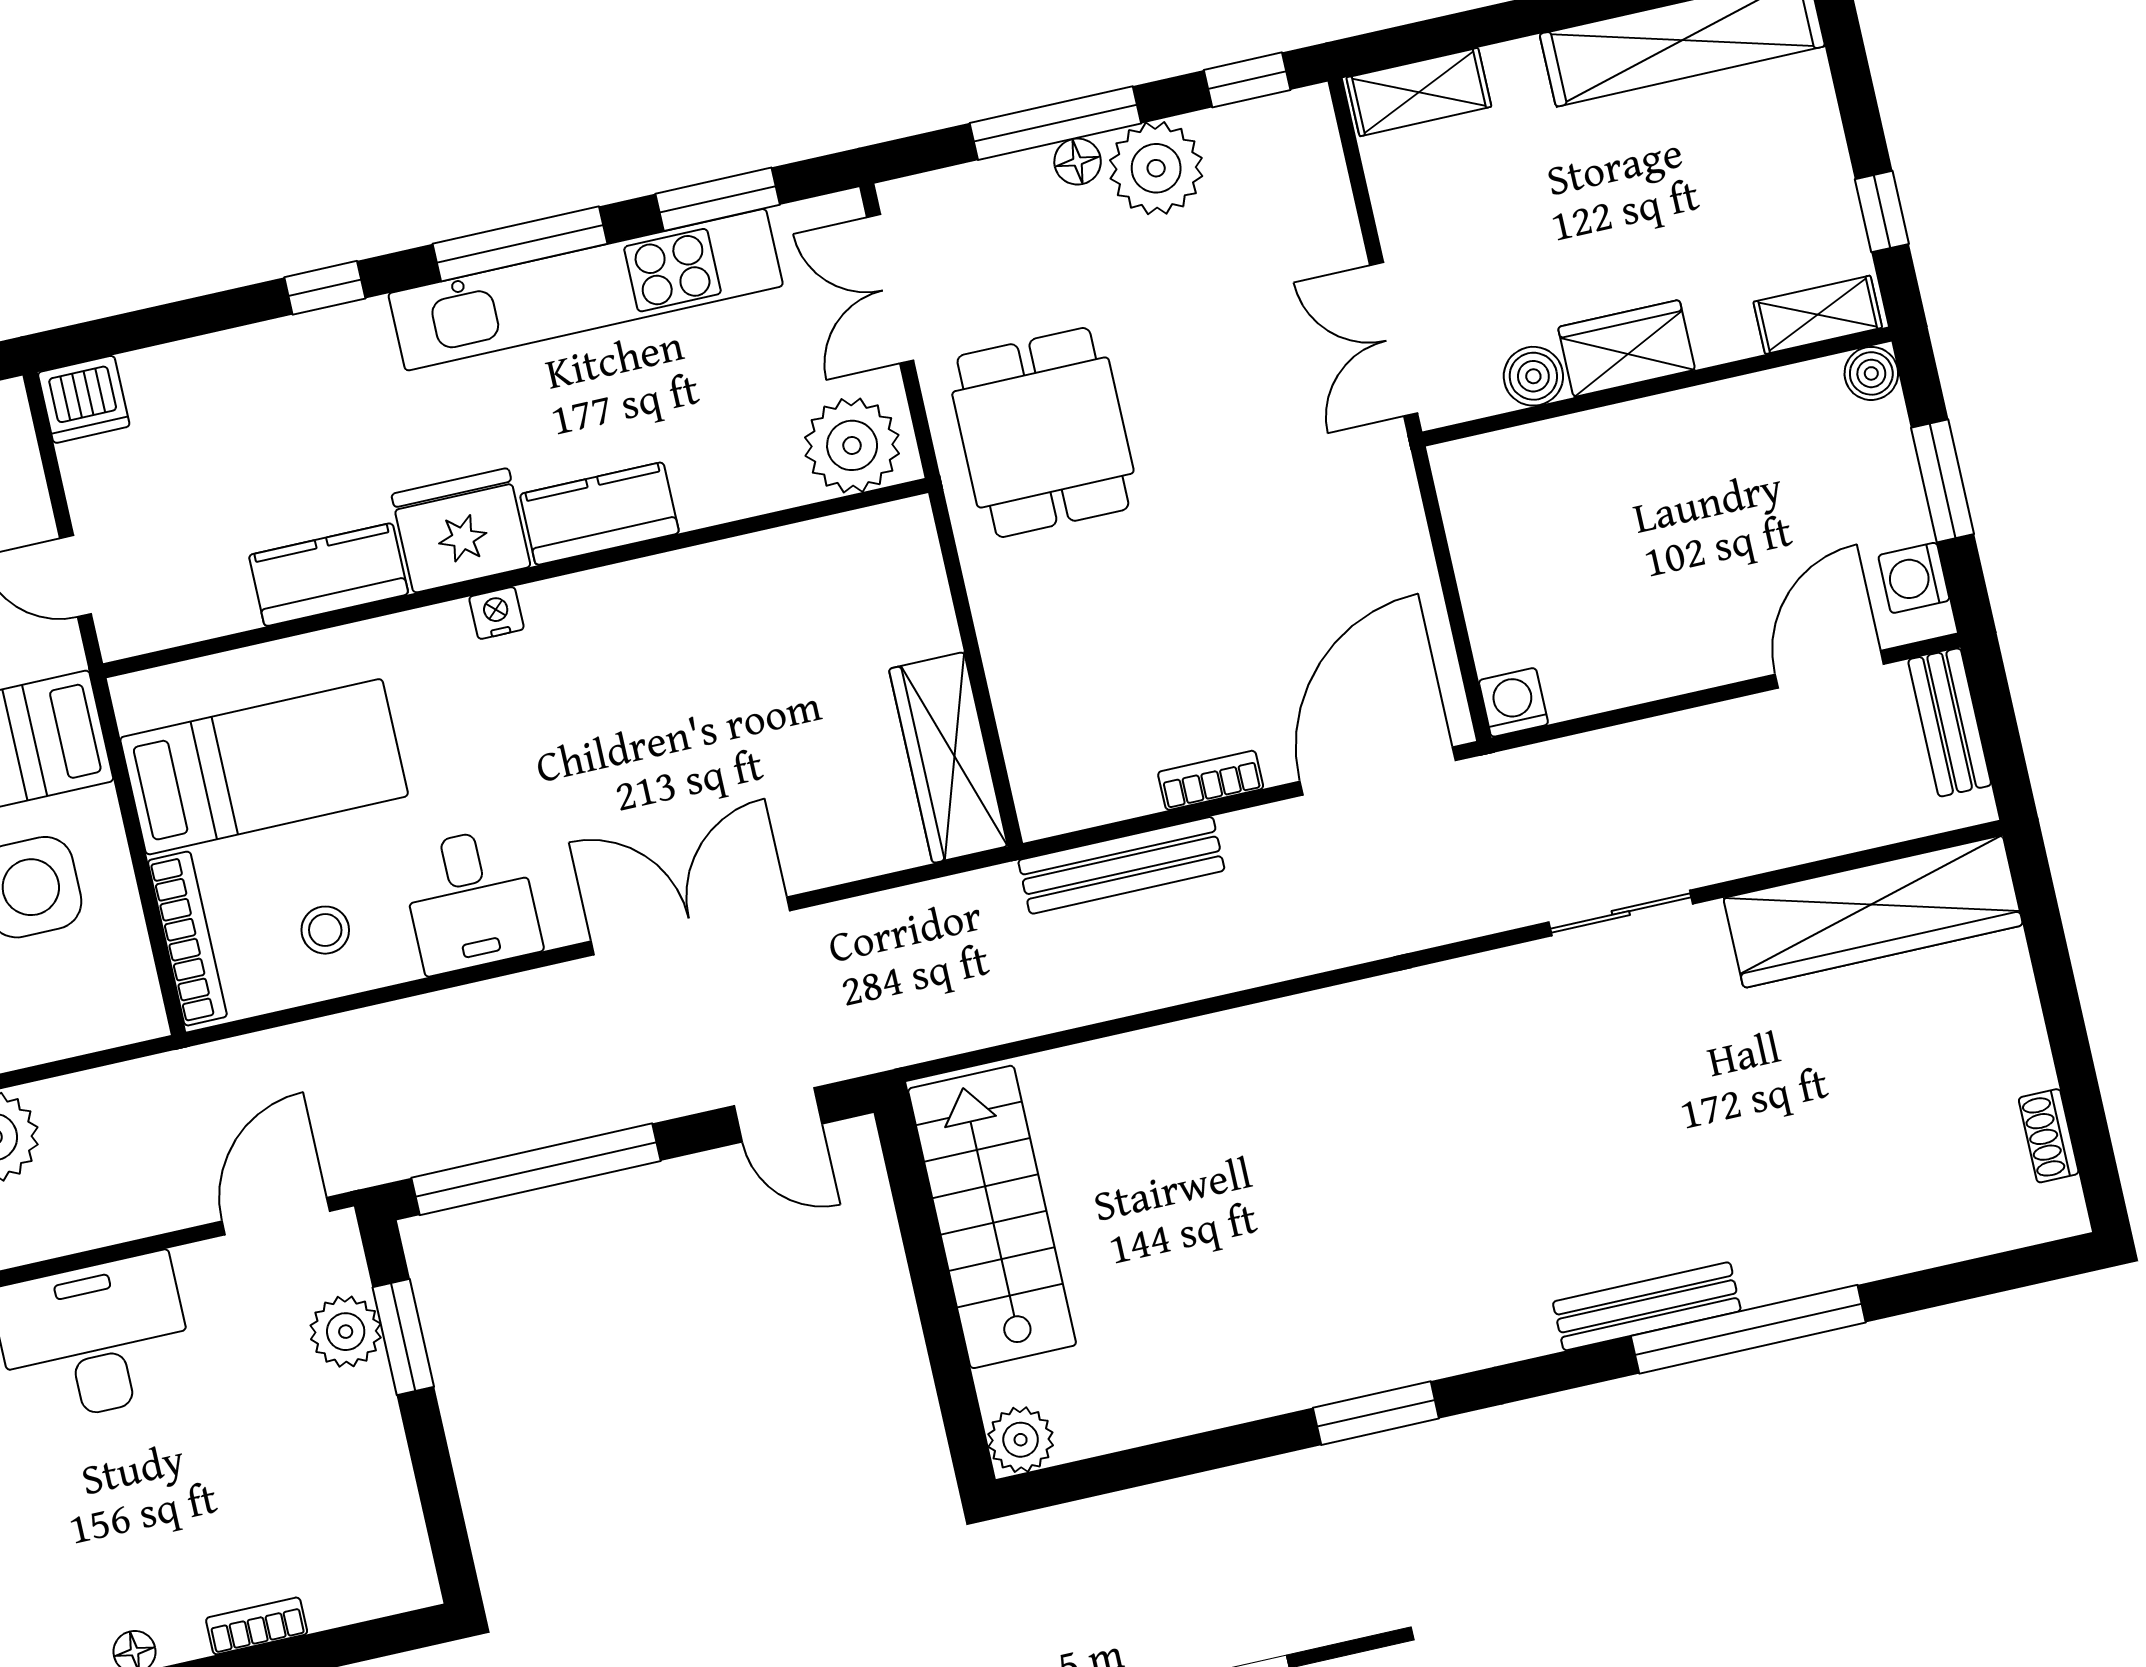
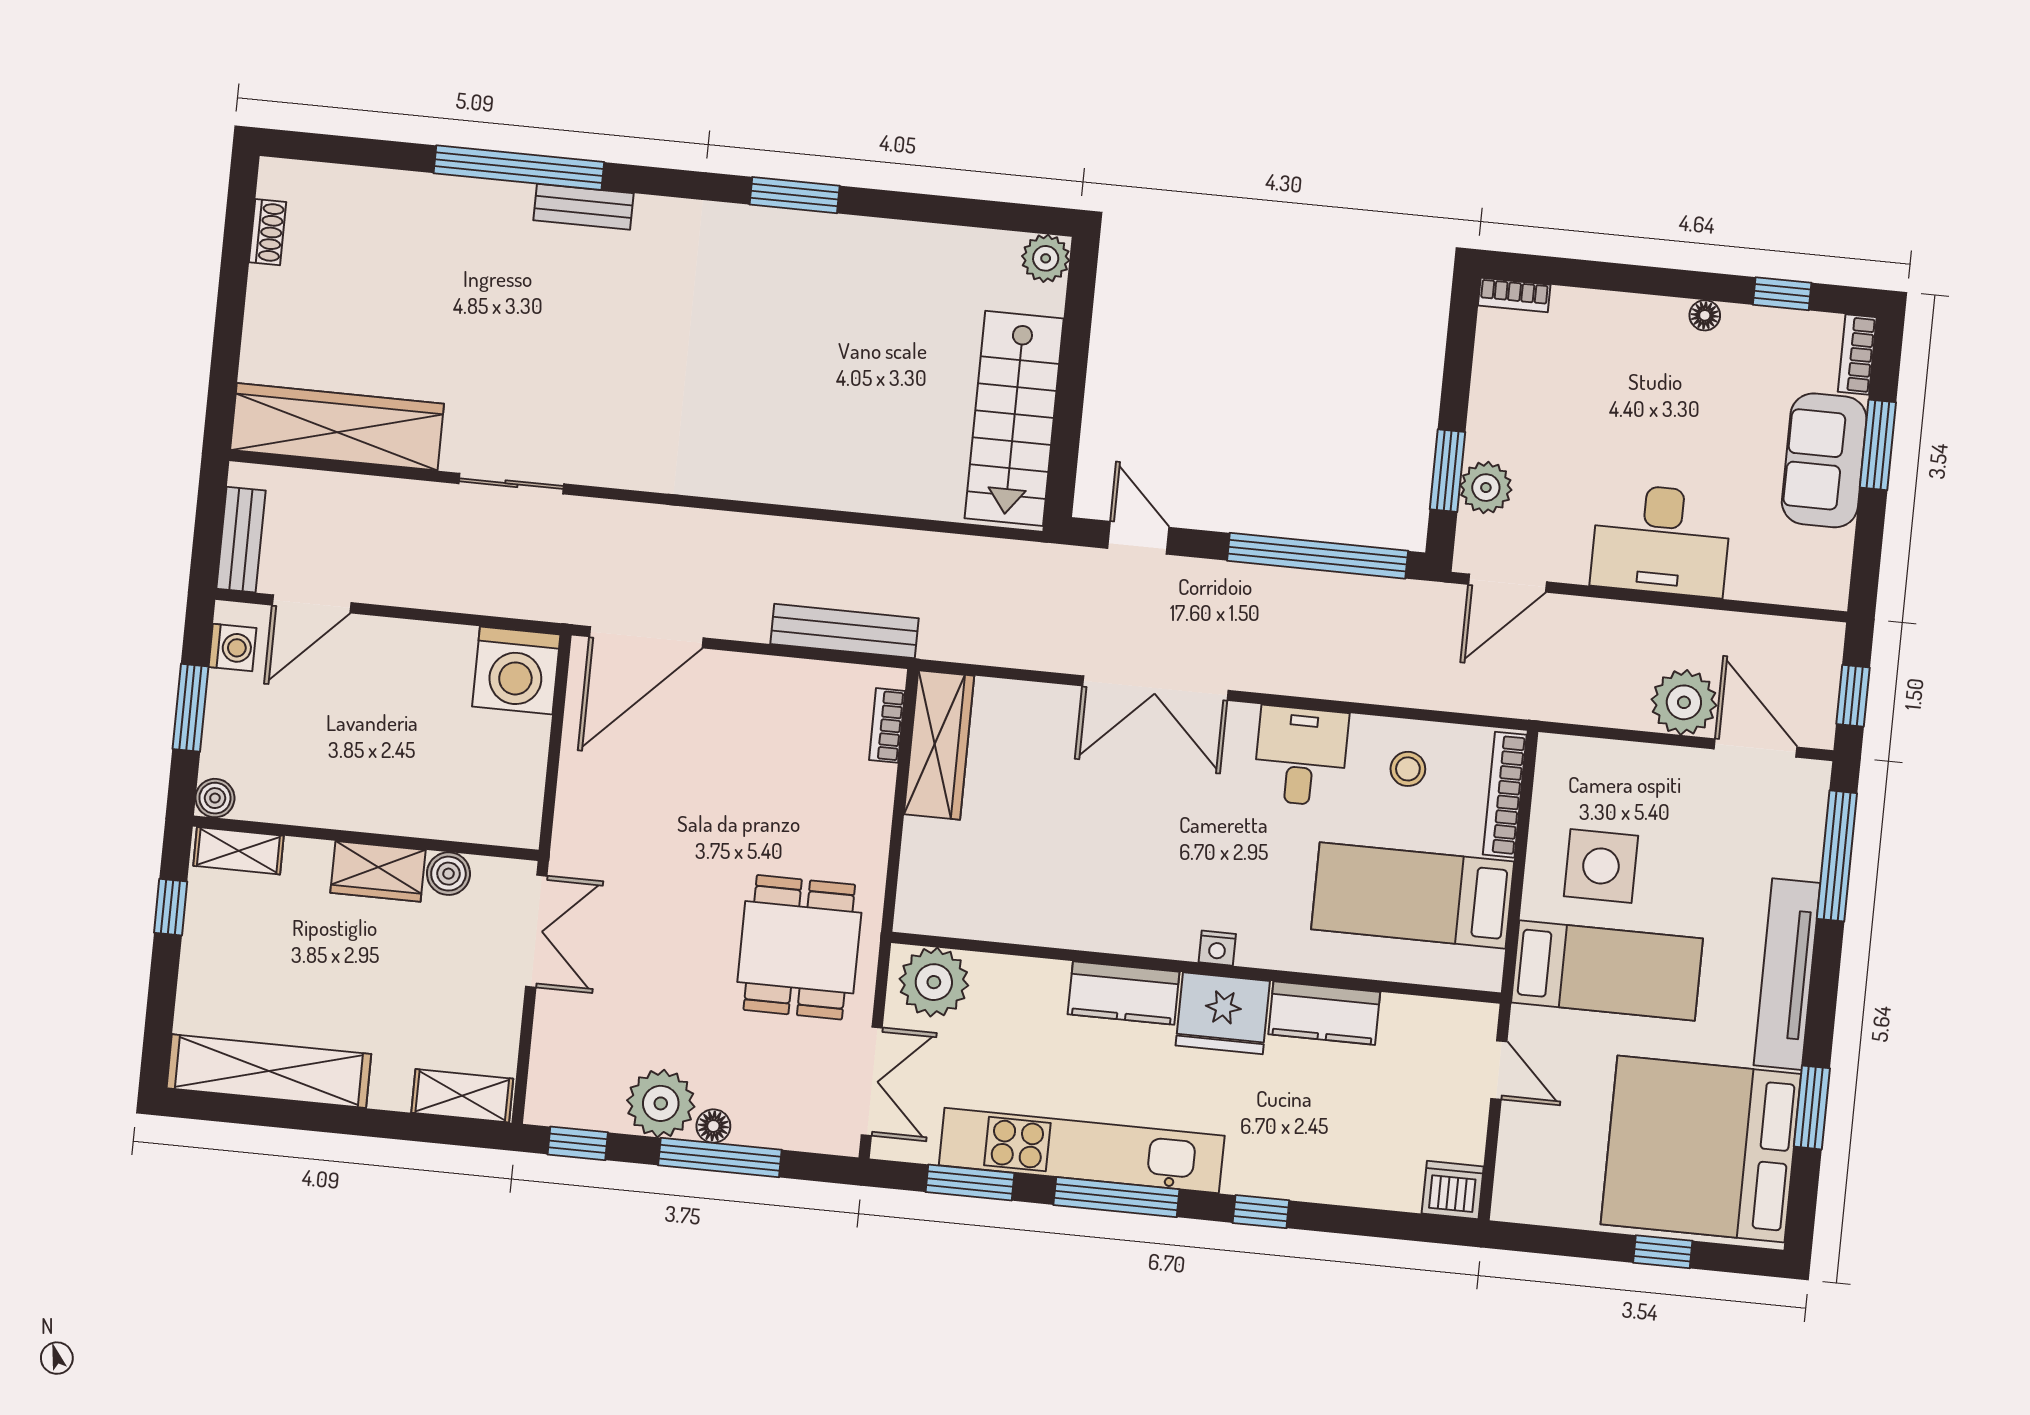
washing machine: (1513, 702) -> (516, 670), width x1.89, depth x1.89
bookcase: (1211, 780) -> (887, 725), moved, turned 90
bench: (1647, 1306) -> (584, 207), width x0.73
bookcase: (257, 1626) -> (1514, 295), moved

